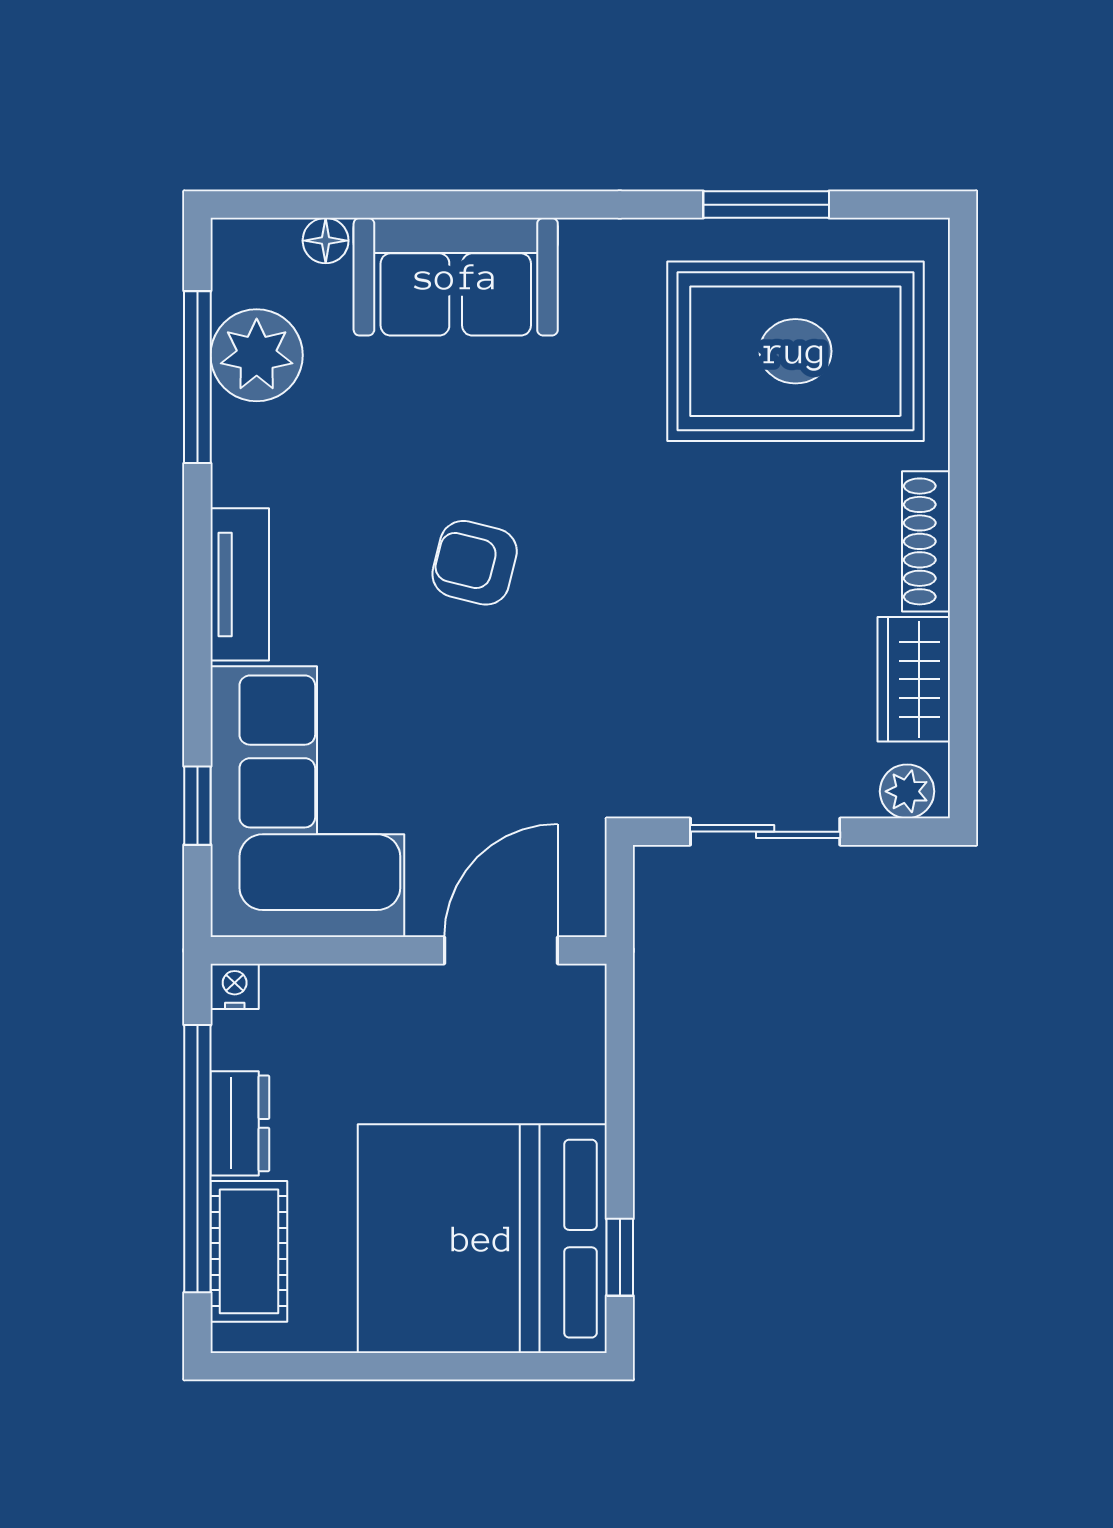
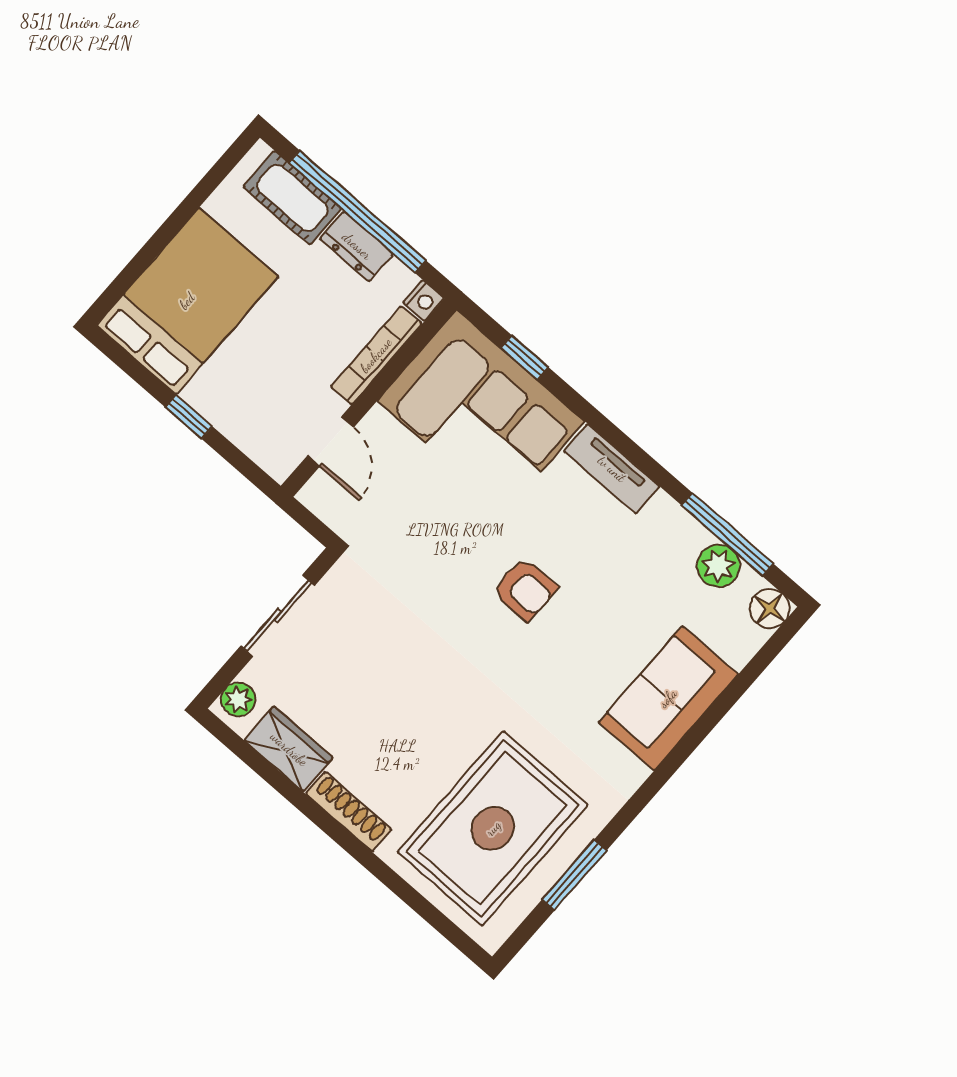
floor lamp: (326, 241) -> (770, 608), moved, width x1.37, depth x1.37
plant: (257, 355) -> (718, 566), width x0.73, depth x0.73
armchair: (475, 563) -> (525, 589), turned 76
door: (501, 950) -> (331, 441), width x0.73
bookcase: (350, 986) -> (376, 355), added
bed: (482, 1239) -> (187, 301), width x0.73
window: (620, 1257) -> (189, 417), moved

